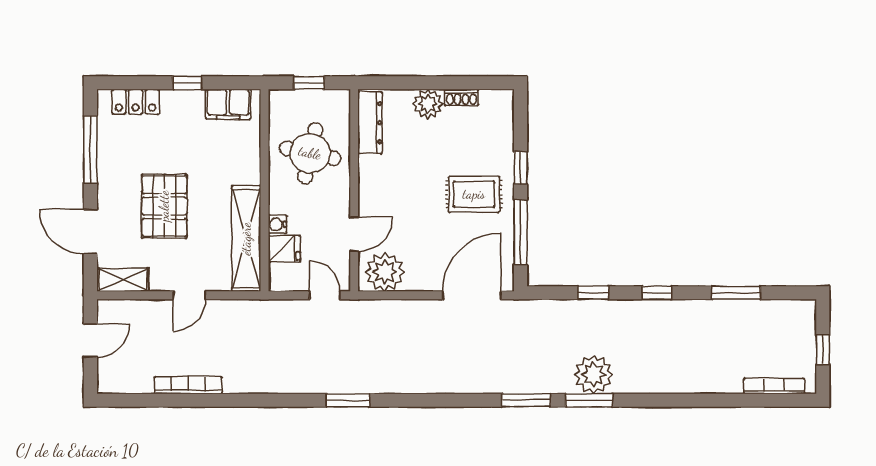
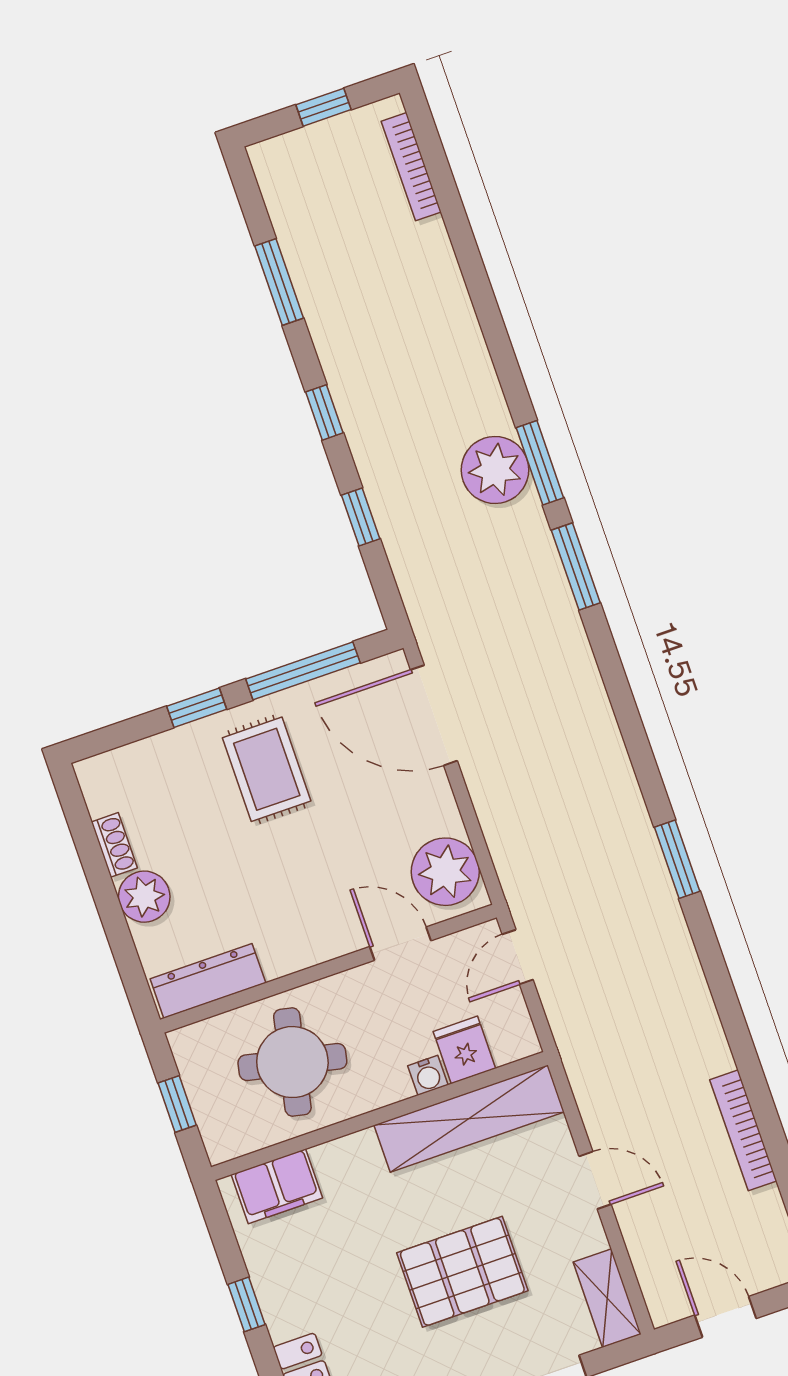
filing cabinet: (228, 104) -> (277, 1186), moved, turned 90

